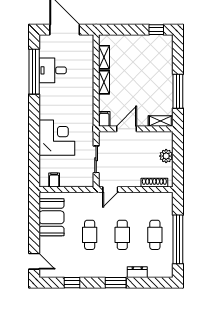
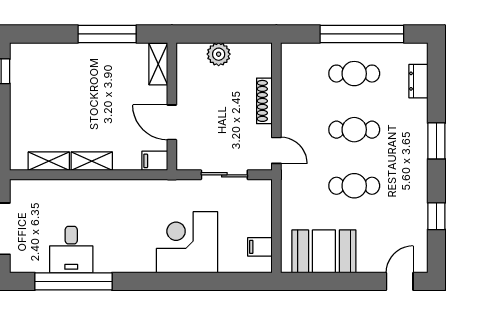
shoe rack: (154, 183) -> (264, 101), moved
dresser: (137, 272) -> (418, 81), moved

